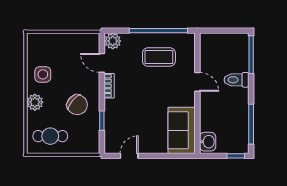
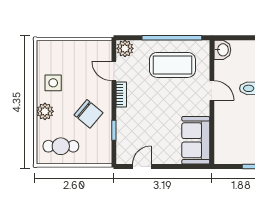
coffee table: (159, 57) -> (172, 65), width x1.36, depth x1.32
washbasin: (208, 142) -> (222, 50), moved

